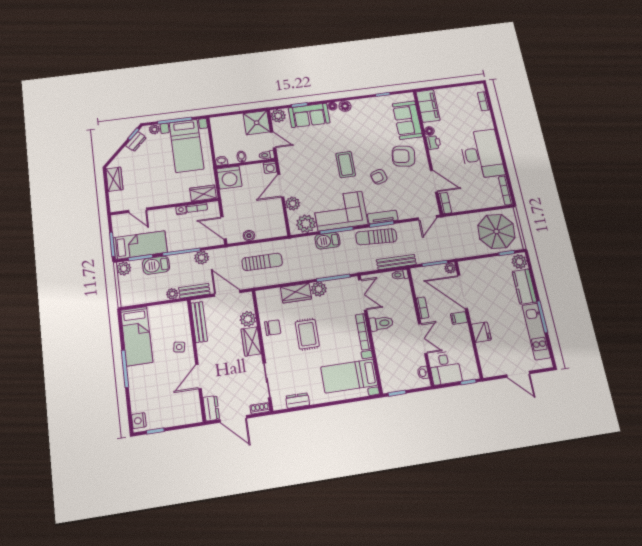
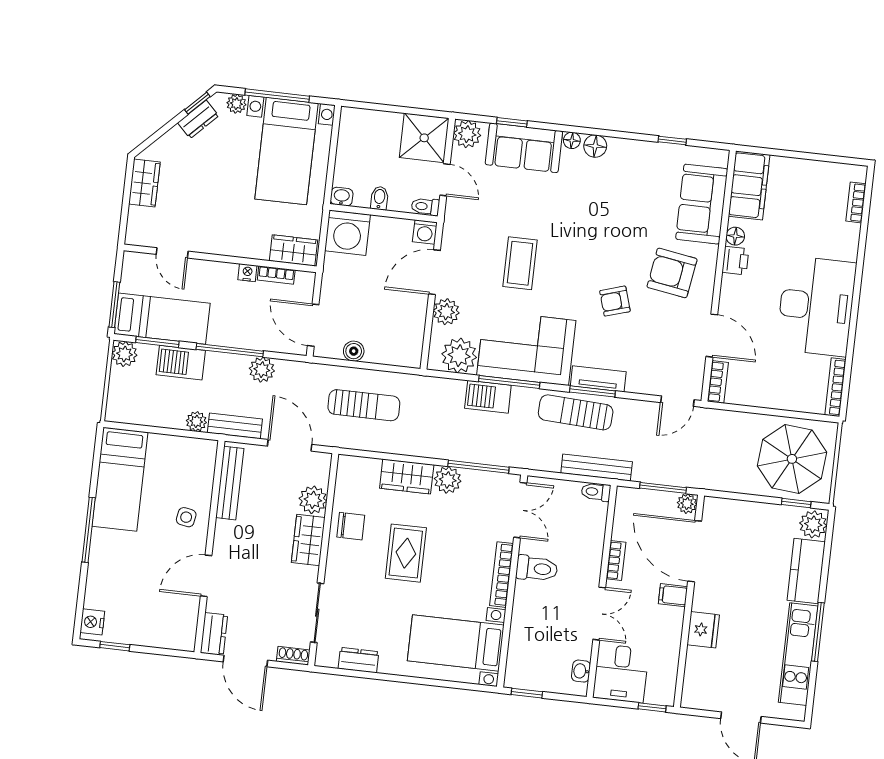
coffee table: (346, 165) -> (520, 263), moved

